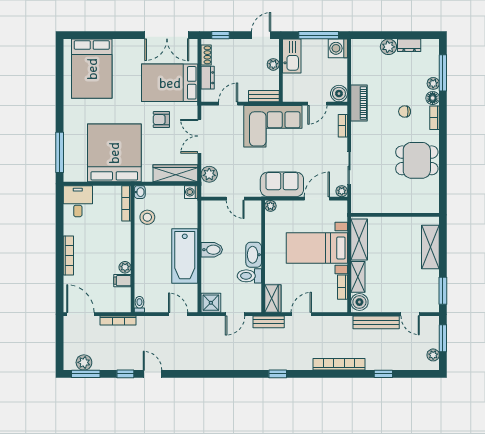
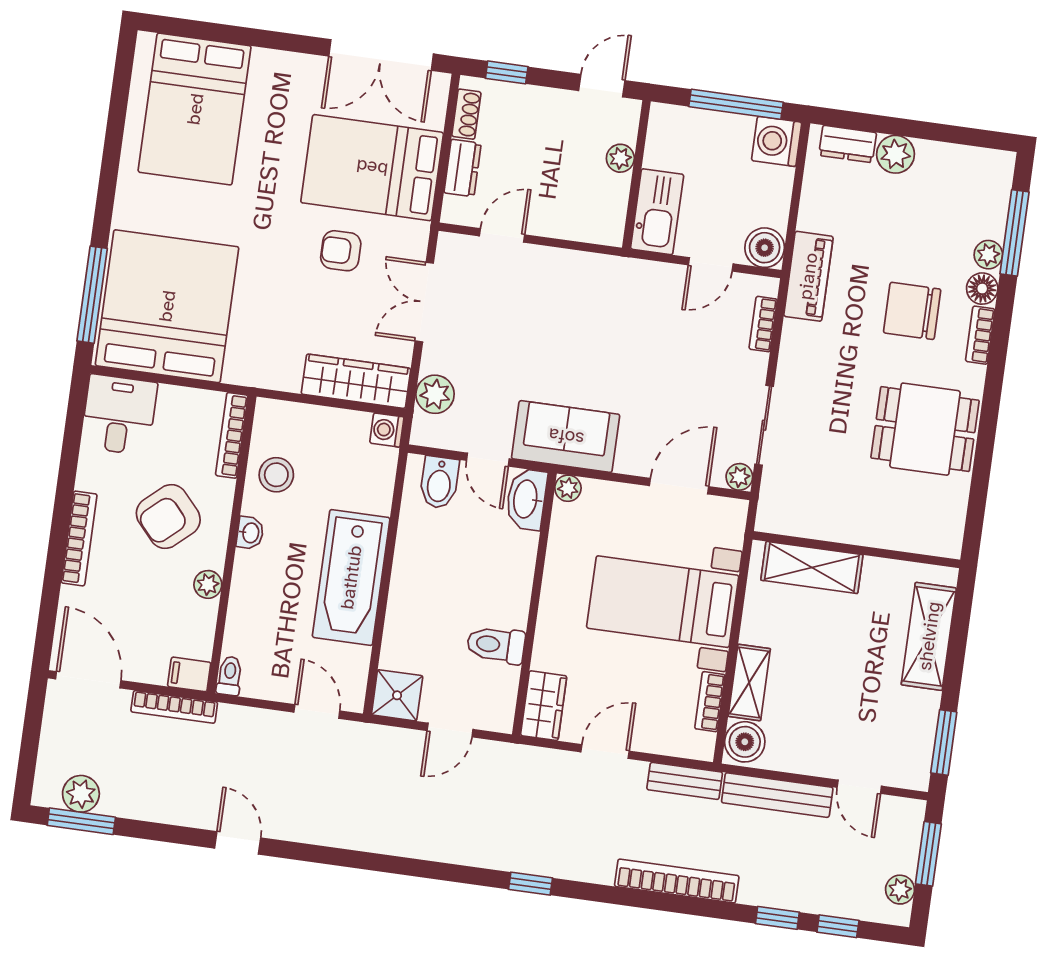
dresser: (409, 45) -> (848, 144), moved
kitchen sink: (292, 56) -> (657, 212), moved
bench: (264, 96) -> (588, 229), removed
chair: (405, 112) -> (912, 311), width x1.87, depth x1.87
corner sofa: (273, 126) -> (599, 303), removed
bed: (114, 153) -> (167, 306), moved
sofa: (282, 184) -> (566, 437), moved
washbasin: (140, 192) -> (250, 533), moved
shelving: (359, 240) -> (812, 567), moved, turned 90
armchair: (104, 241) -> (168, 516), added
bidet: (212, 250) -> (439, 482), moved, turned 90
washbasin: (254, 255) -> (526, 499), moved
filing cabinet: (122, 281) -> (189, 674), moved
bench: (269, 322) -> (685, 781), moved
window: (125, 374) -> (838, 926), moved

